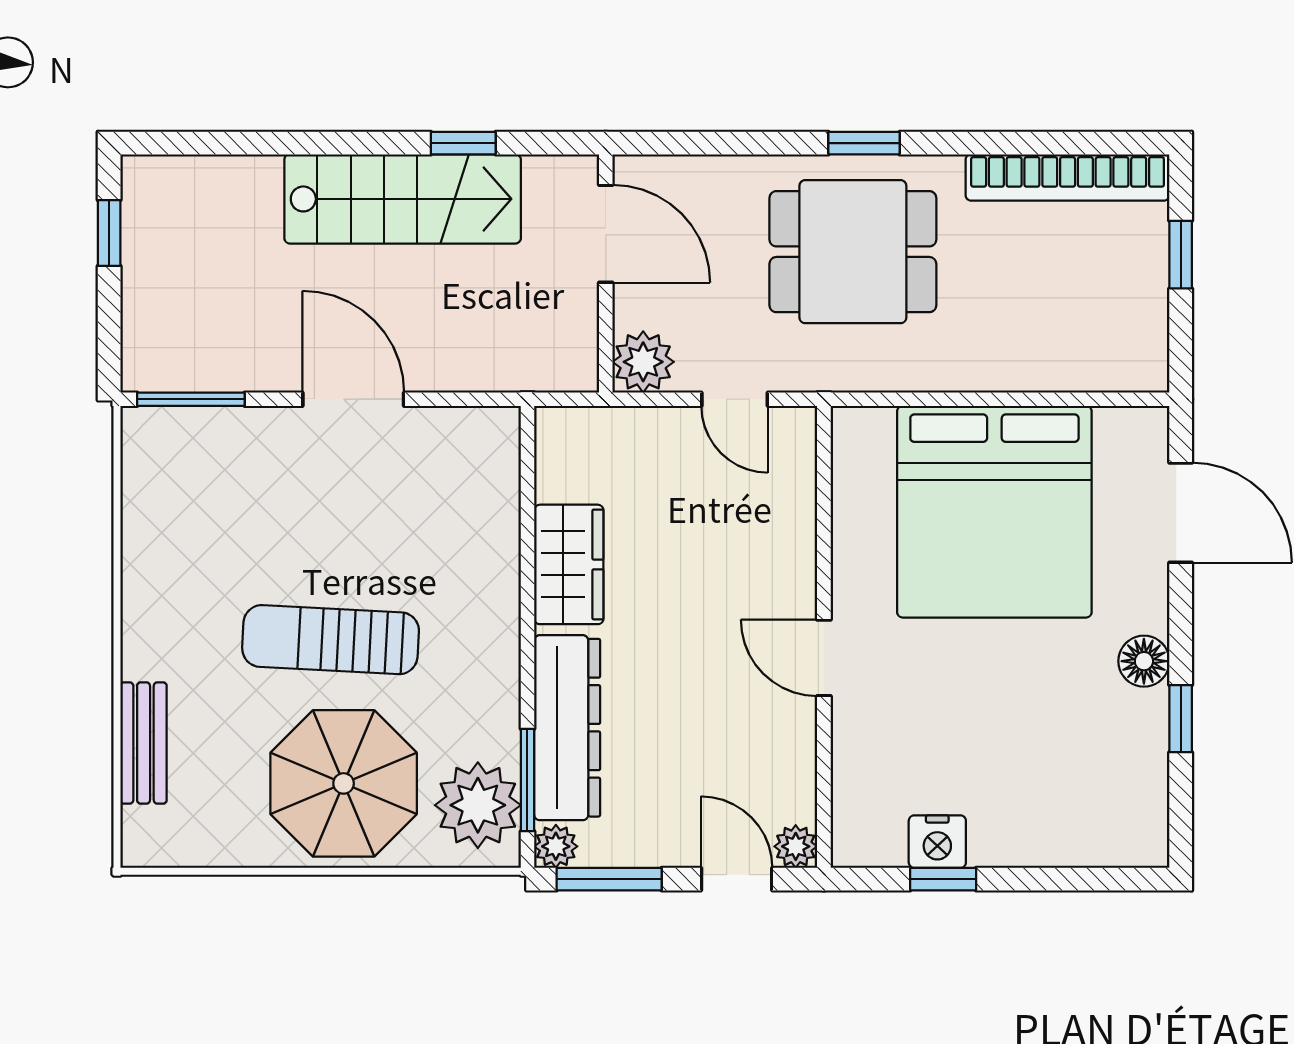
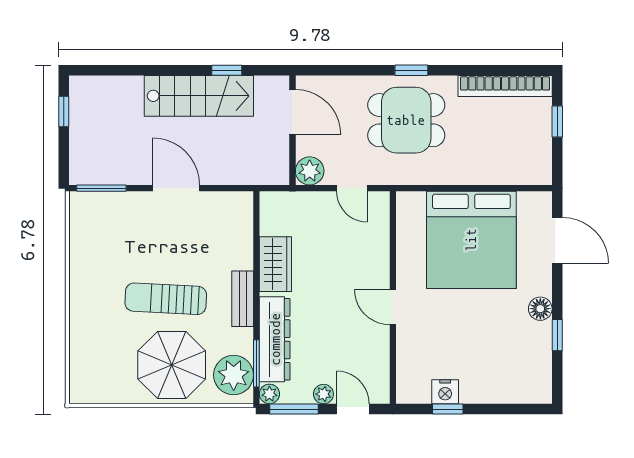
bench: (144, 743) -> (243, 299), moved
plant: (796, 846) -> (323, 394), moved

